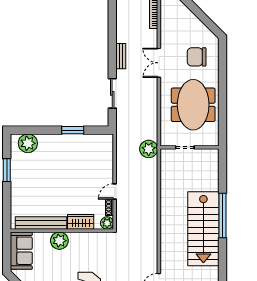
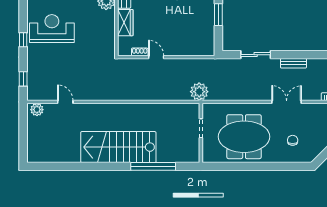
chair: (197, 57) -> (293, 140), width x0.54, depth x0.54
window: (223, 216) -> (153, 166), moved
plant: (107, 223) -> (124, 49), removed

